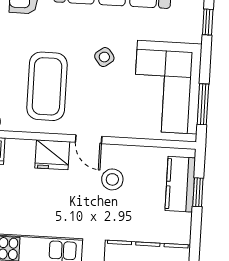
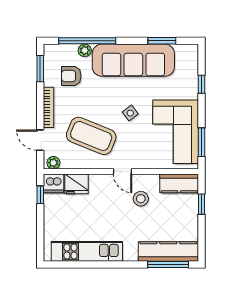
coffee table: (47, 86) -> (91, 136), turned -68
fridge: (52, 155) -> (77, 184), moved
kitchen counter: (180, 184) -> (179, 183), moved, turned -90

